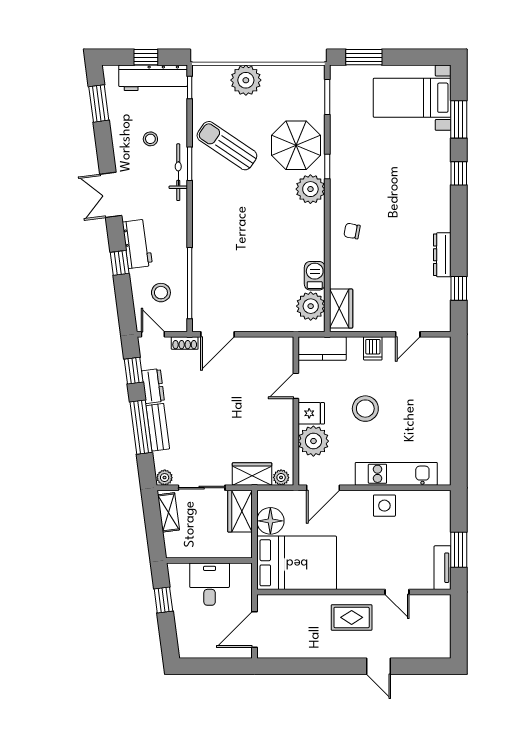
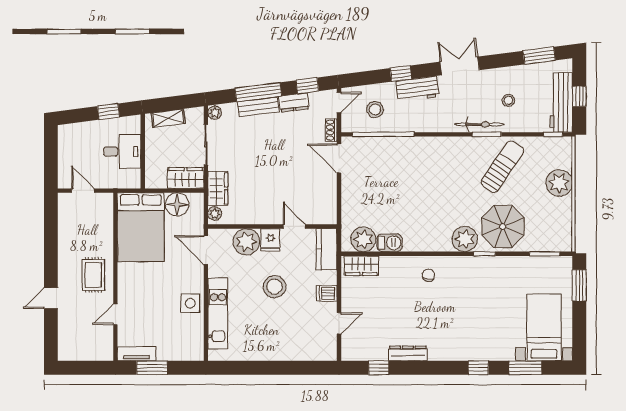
door: (408, 334) -> (339, 323), swing flipped
shelving: (169, 512) -> (168, 118), moved
door: (255, 629) -> (83, 191), width x0.73

